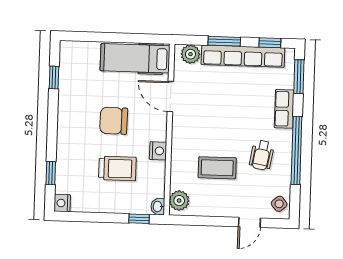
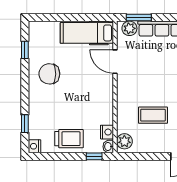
window: (224, 41) -> (139, 18), moved
chair: (114, 121) -> (49, 74), moved
nightstand: (158, 151) -> (107, 132), moved
trolley: (117, 169) -> (69, 139), moved

